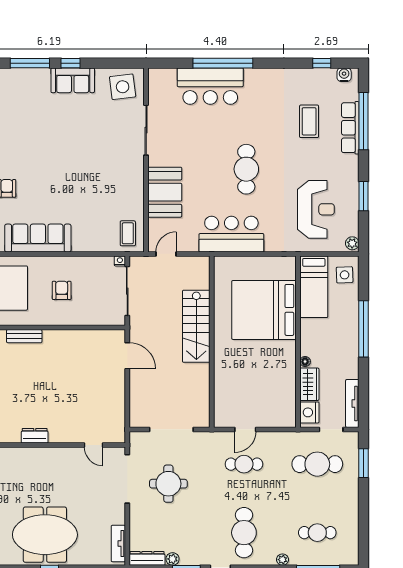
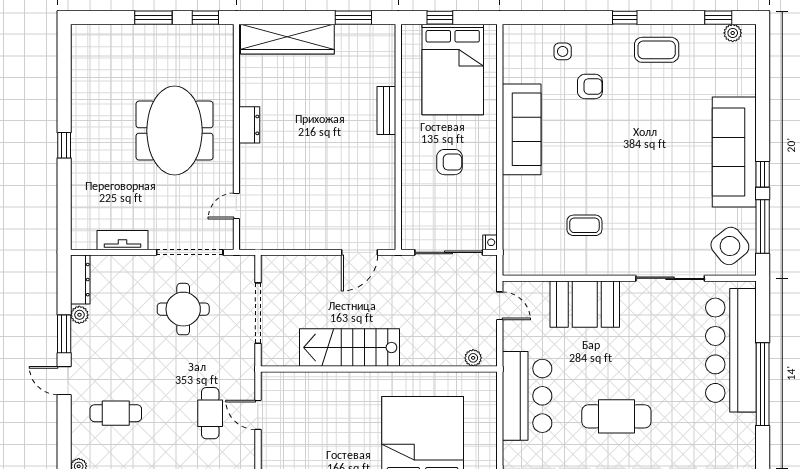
window: (30, 63) -> (763, 227), moved
sofa: (73, 80) -> (734, 152), width x1.85, depth x1.27
bar counter: (210, 86) -> (731, 350), width x1.36
side table: (123, 87) -> (730, 246), turned -32
coffee table: (128, 233) -> (584, 225), moved
plant: (204, 273) -> (473, 358), added
stairs: (196, 326) -> (350, 348), moved
cafe table: (244, 533) -> (116, 413), width x0.73, depth x0.74
meeting table: (45, 535) -> (175, 131), moved
tv unit: (118, 544) -> (122, 240), moved

